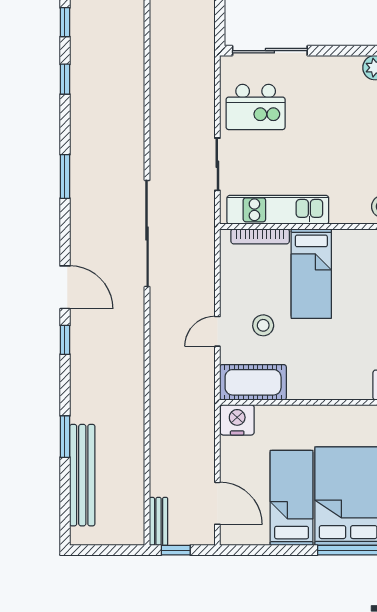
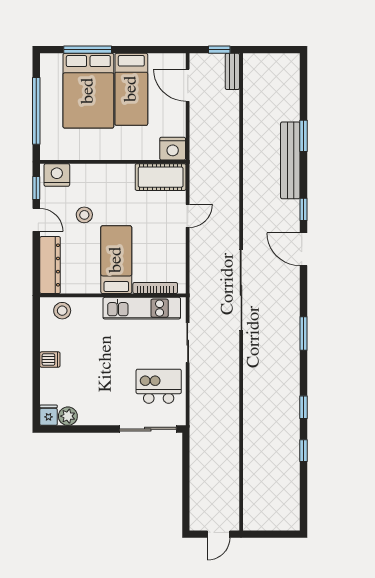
stool: (263, 325) -> (84, 215), moved
bench: (82, 475) -> (290, 160), moved

